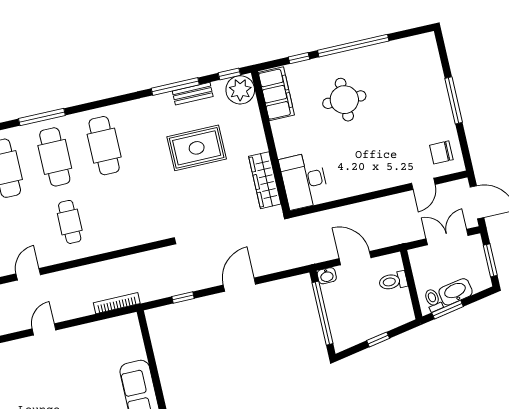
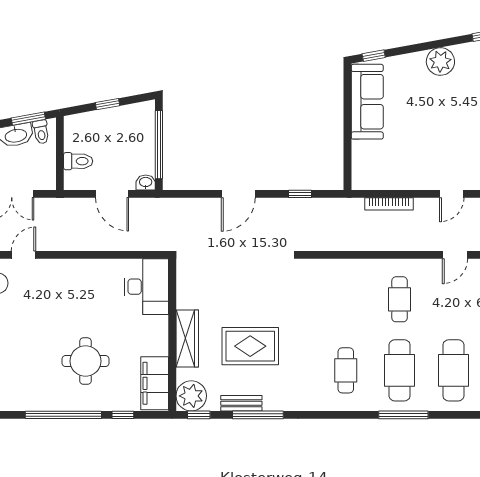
cafe table: (104, 146) -> (346, 370), width x0.73, depth x0.74
wardrobe: (265, 180) -> (187, 338), moved
bookcase: (117, 303) -> (389, 204), moved

